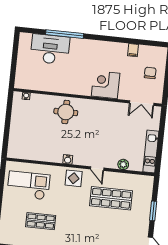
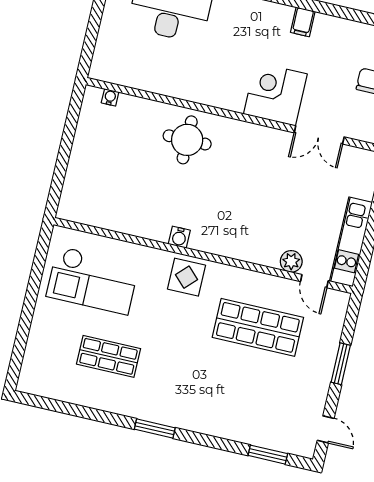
filing cabinet: (133, 50) -> (303, 22), moved
double door: (142, 103) -> (319, 135), moved
door: (97, 169) -> (314, 281), moved
checkout: (29, 185) -> (93, 280), turned 180

